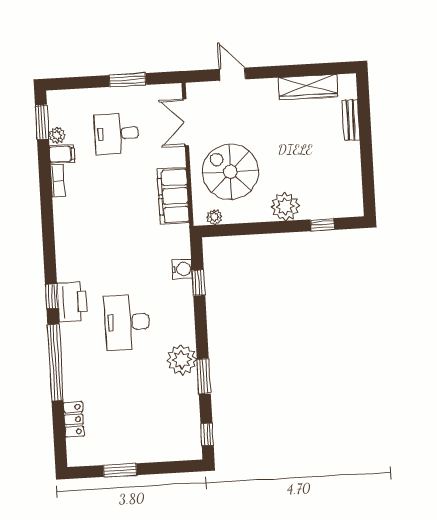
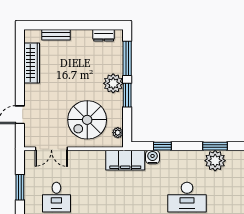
dresser: (354, 189) -> (104, 35), added
filing cabinet: (173, 196) -> (125, 160), moved
window: (322, 225) -> (127, 58), width x2.17
window: (269, 228) -> (127, 95), added
window: (204, 376) -> (215, 146), moved

